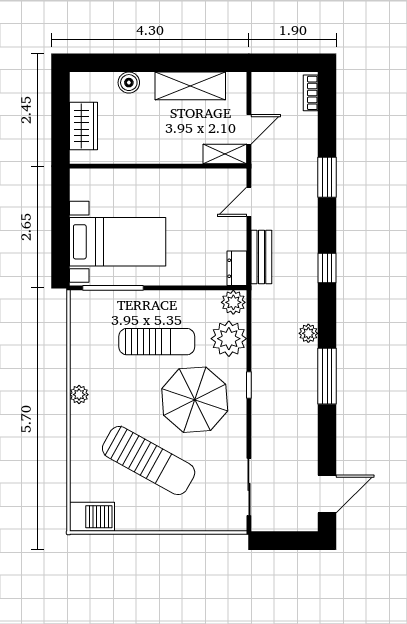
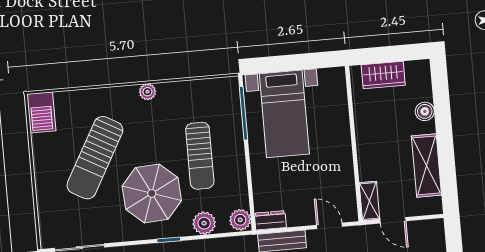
plant: (229, 339) -> (204, 223), width x0.73, depth x0.73

